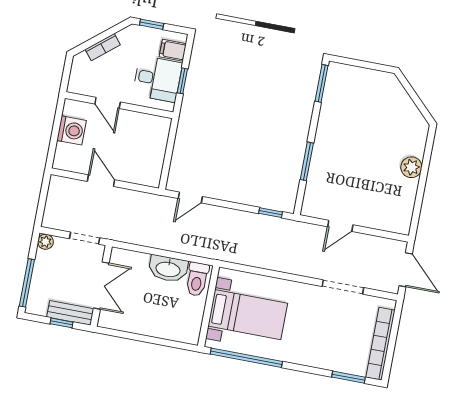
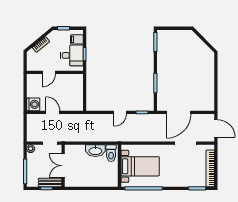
door: (108, 103) -> (49, 72), hinge flipped
washing machine: (72, 130) -> (33, 104), moved
plant: (411, 167) -> (209, 76), removed
door: (190, 197) -> (120, 112), moved
door: (340, 226) -> (179, 112), width x1.88
double door: (101, 286) -> (63, 166), swing flipped

